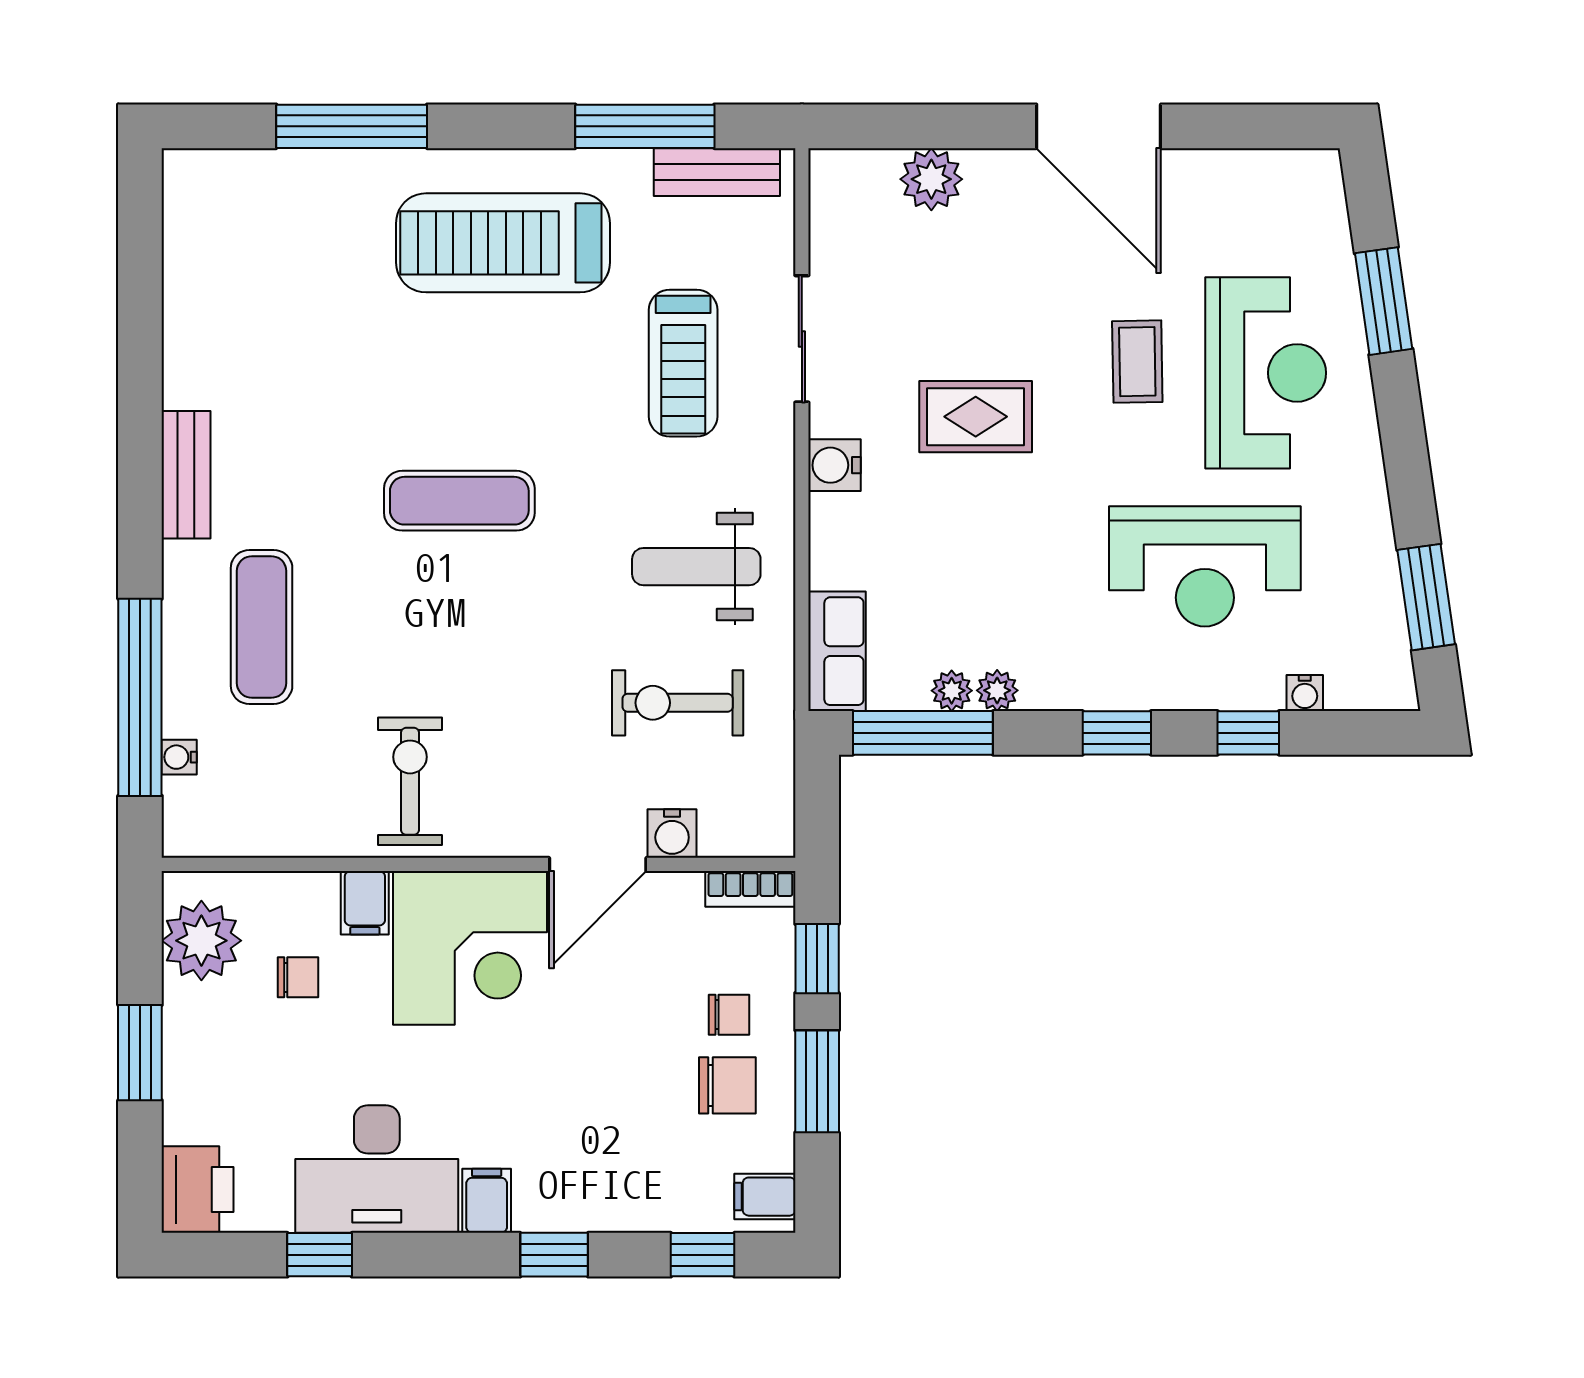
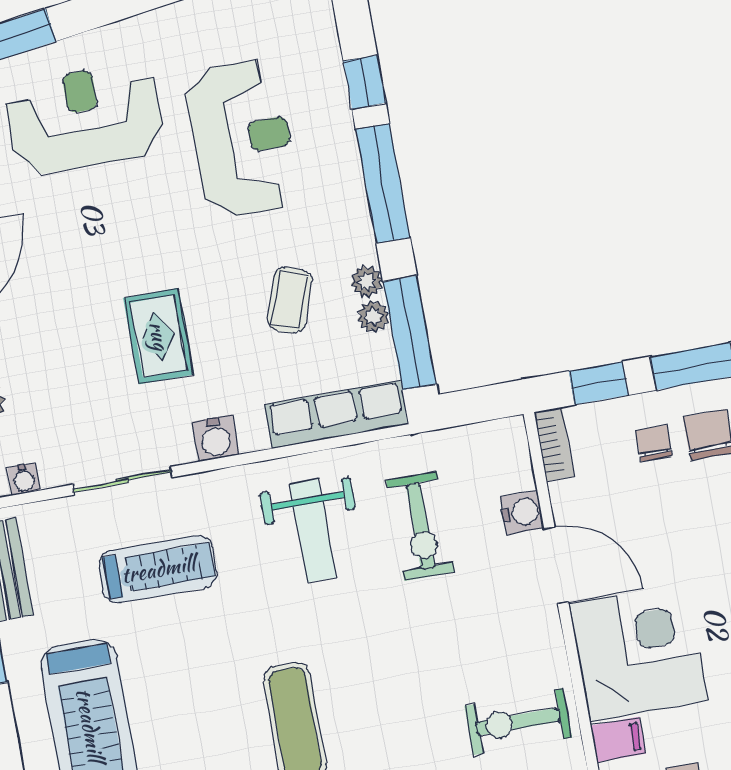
coffee table: (1137, 362) -> (290, 300), moved, turned -70
row of seats: (837, 651) -> (337, 414), width x1.48
water cooler: (1305, 693) -> (24, 479), moved, turned 90
window: (1117, 733) -> (383, 183), width x2.17

